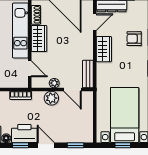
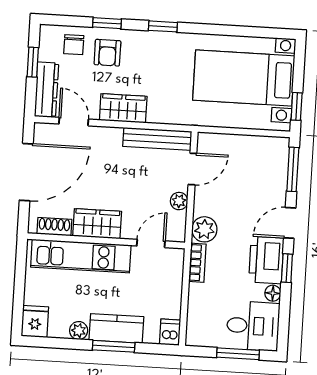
chair: (137, 20) -> (74, 45), added
bench: (88, 74) -> (157, 139), width x1.36
plant: (51, 98) -> (204, 229), moved
window: (76, 145) -> (293, 169), width x1.50
window: (123, 145) -> (297, 106), moved

